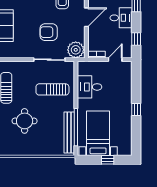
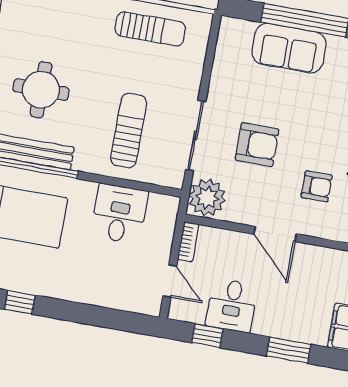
desk: (121, 18) -> (232, 305), moved
armchair: (49, 32) -> (257, 145), turned 90
window: (136, 110) -> (20, 302), moved
round table: (25, 121) -> (41, 90), moved

